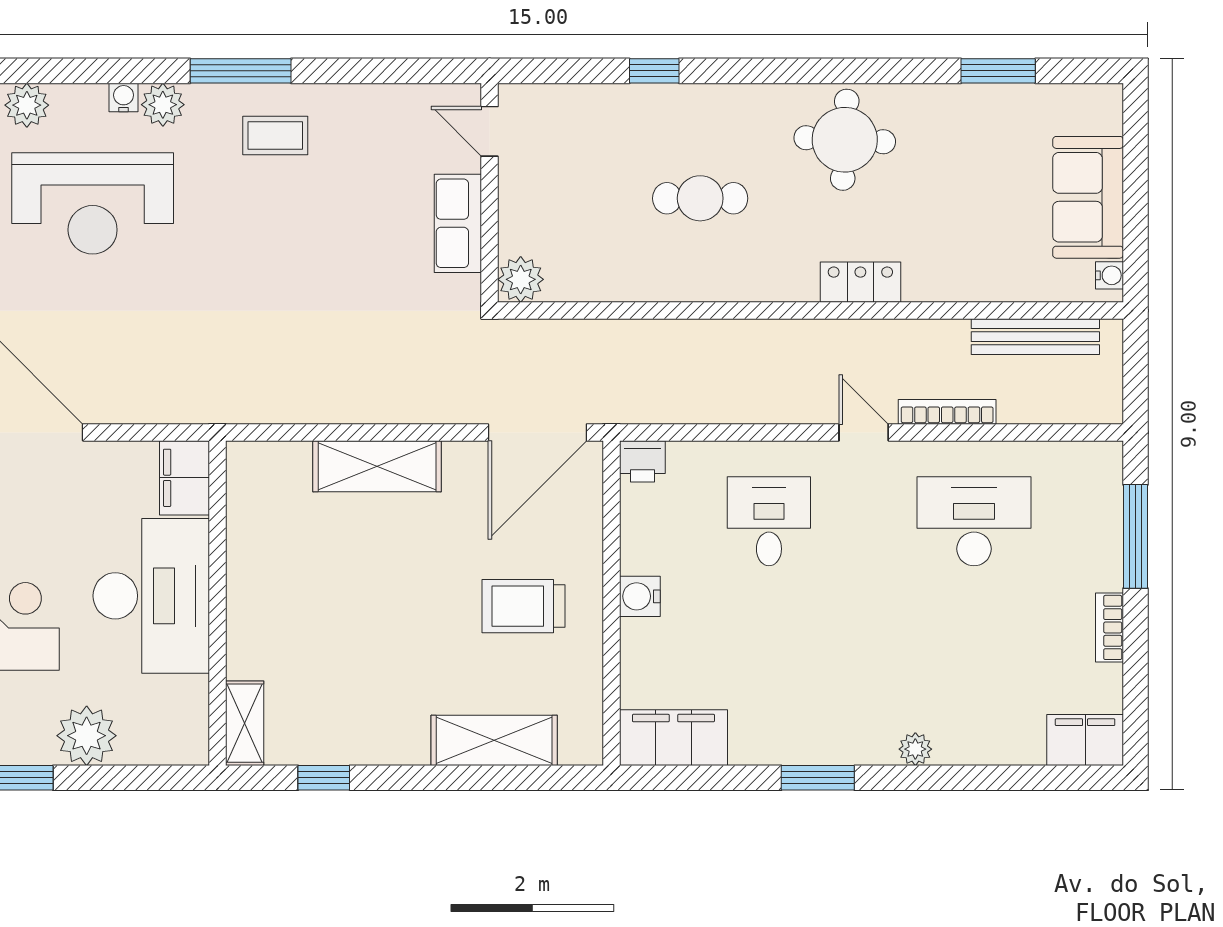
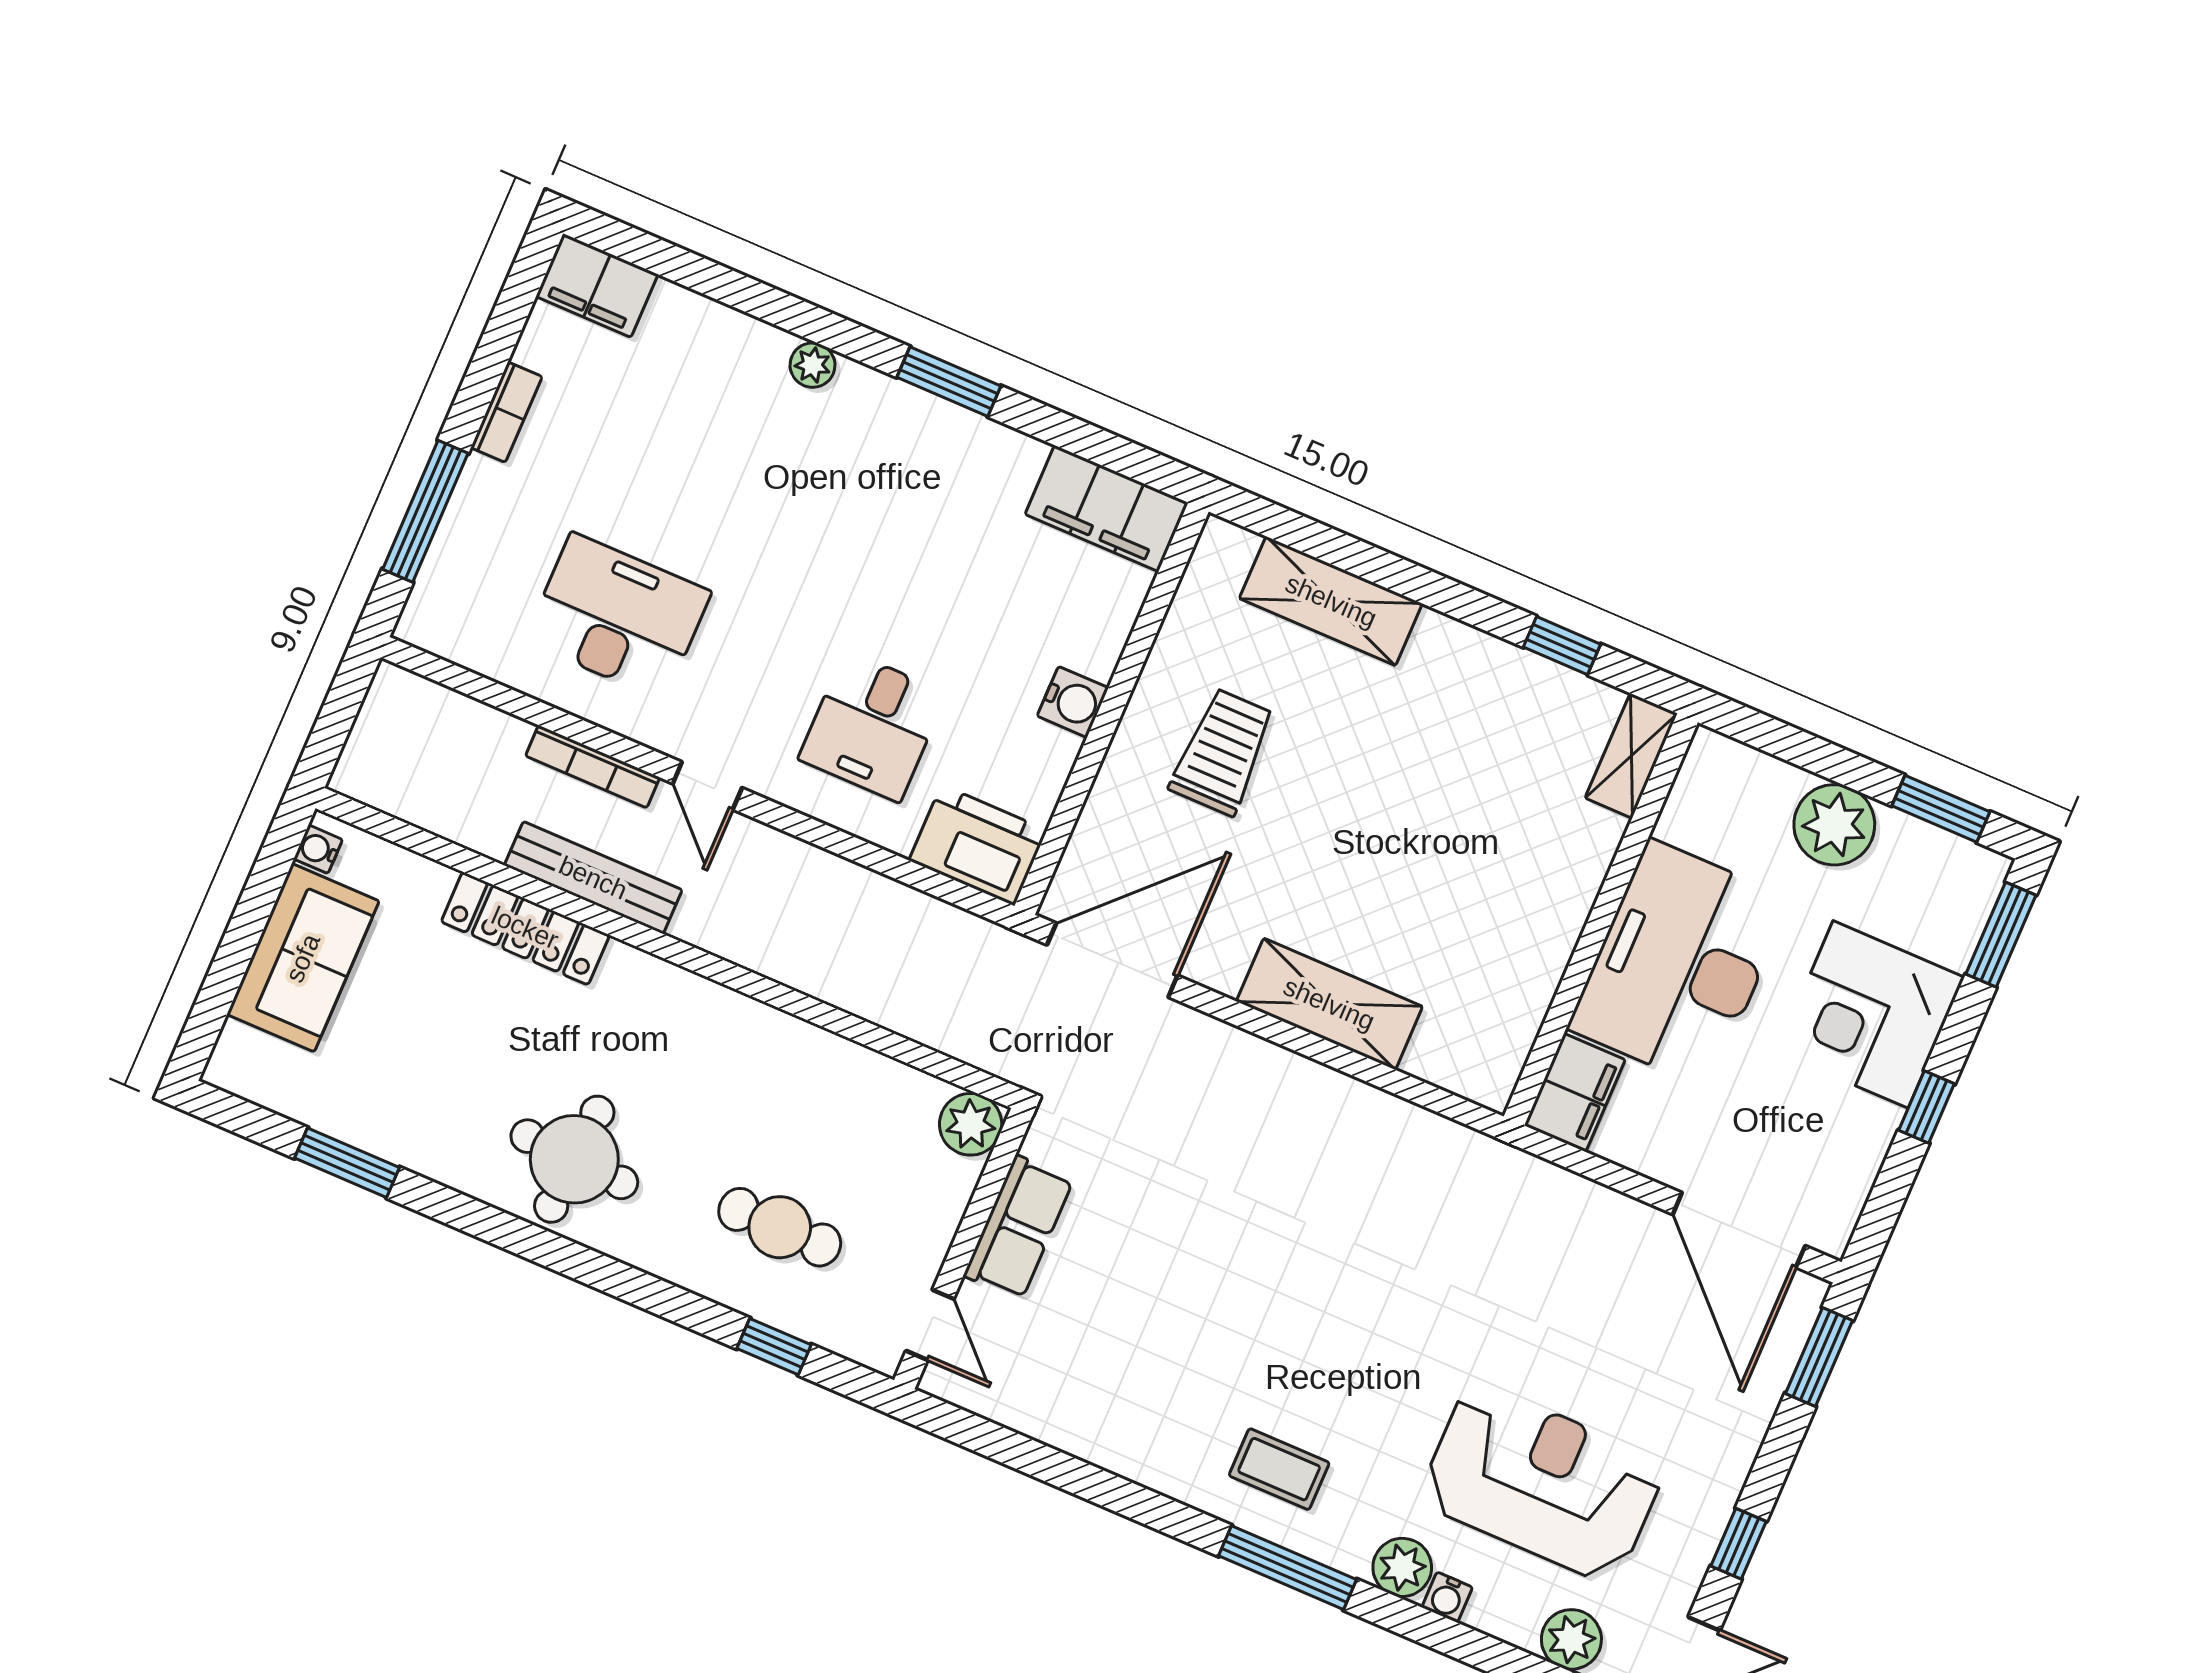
door: (490, 131) -> (930, 1325), moved
wall: (490, 193) -> (963, 1249), moved
cafe table: (700, 198) -> (780, 1227), moved
row of seats: (458, 223) -> (1019, 1228), moved
plant: (521, 279) -> (971, 1124), moved
locker: (860, 282) -> (525, 928), moved, width x1.53
bench: (1035, 337) -> (593, 878), moved
printer: (642, 461) -> (978, 845), width x1.87, depth x1.48
desk: (974, 521) -> (618, 617), turned 180
trolley: (524, 606) -> (1222, 752), turned -90

